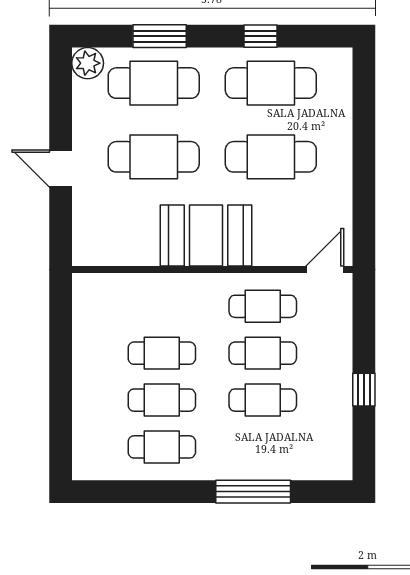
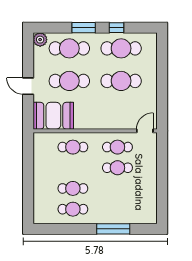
window: (160, 36) -> (84, 28), moved
booth: (206, 236) -> (53, 116), moved
cafe table: (162, 353) -> (73, 147), moved
window: (364, 390) -> (162, 184), removed
cafe table: (263, 400) -> (117, 188), removed

